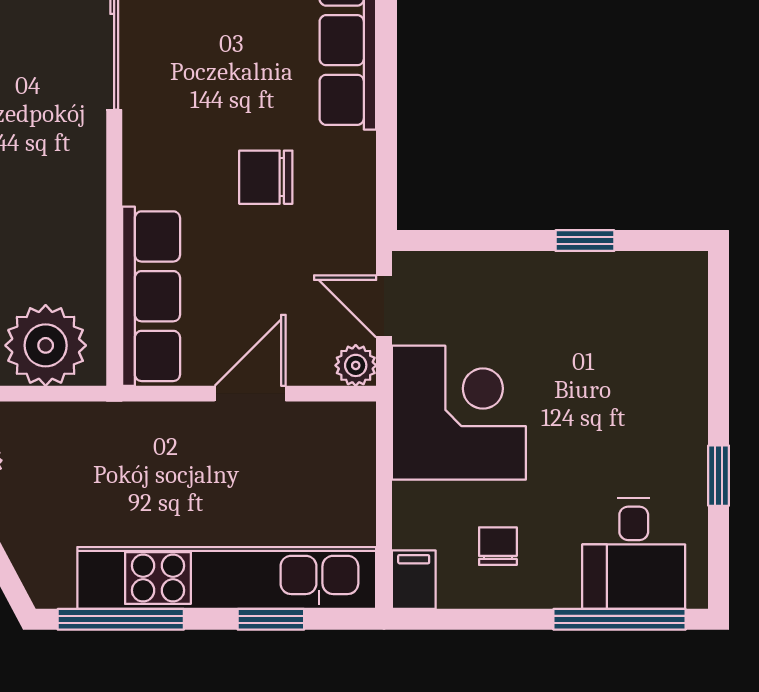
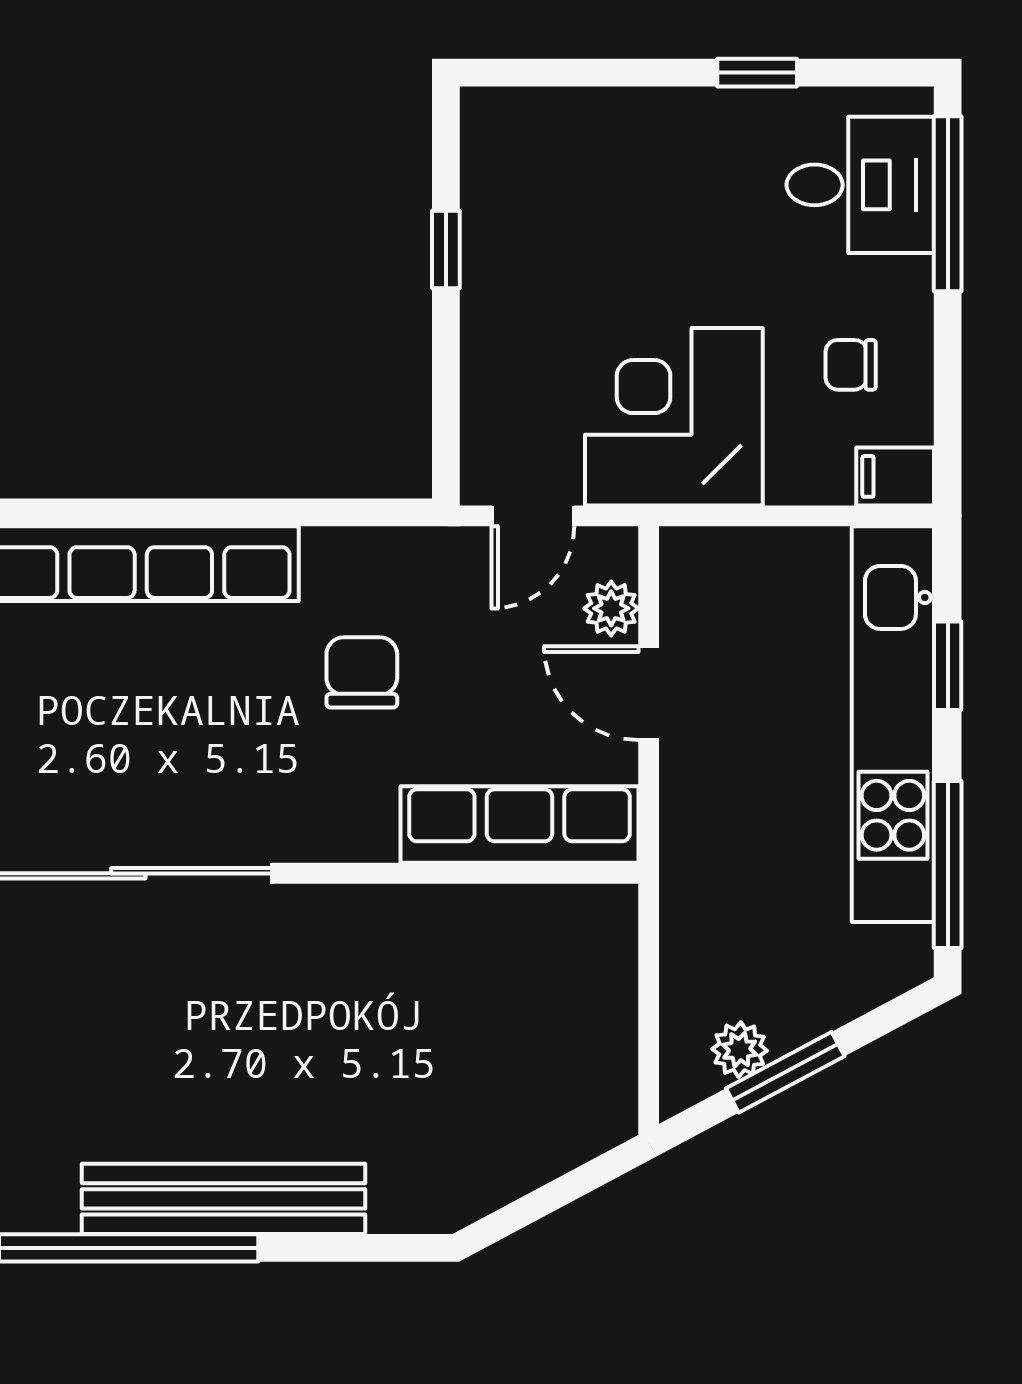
chair: (266, 177) -> (362, 672), turned 180
plant: (46, 345) -> (585, 964), removed
plant: (356, 365) -> (611, 608), moved

